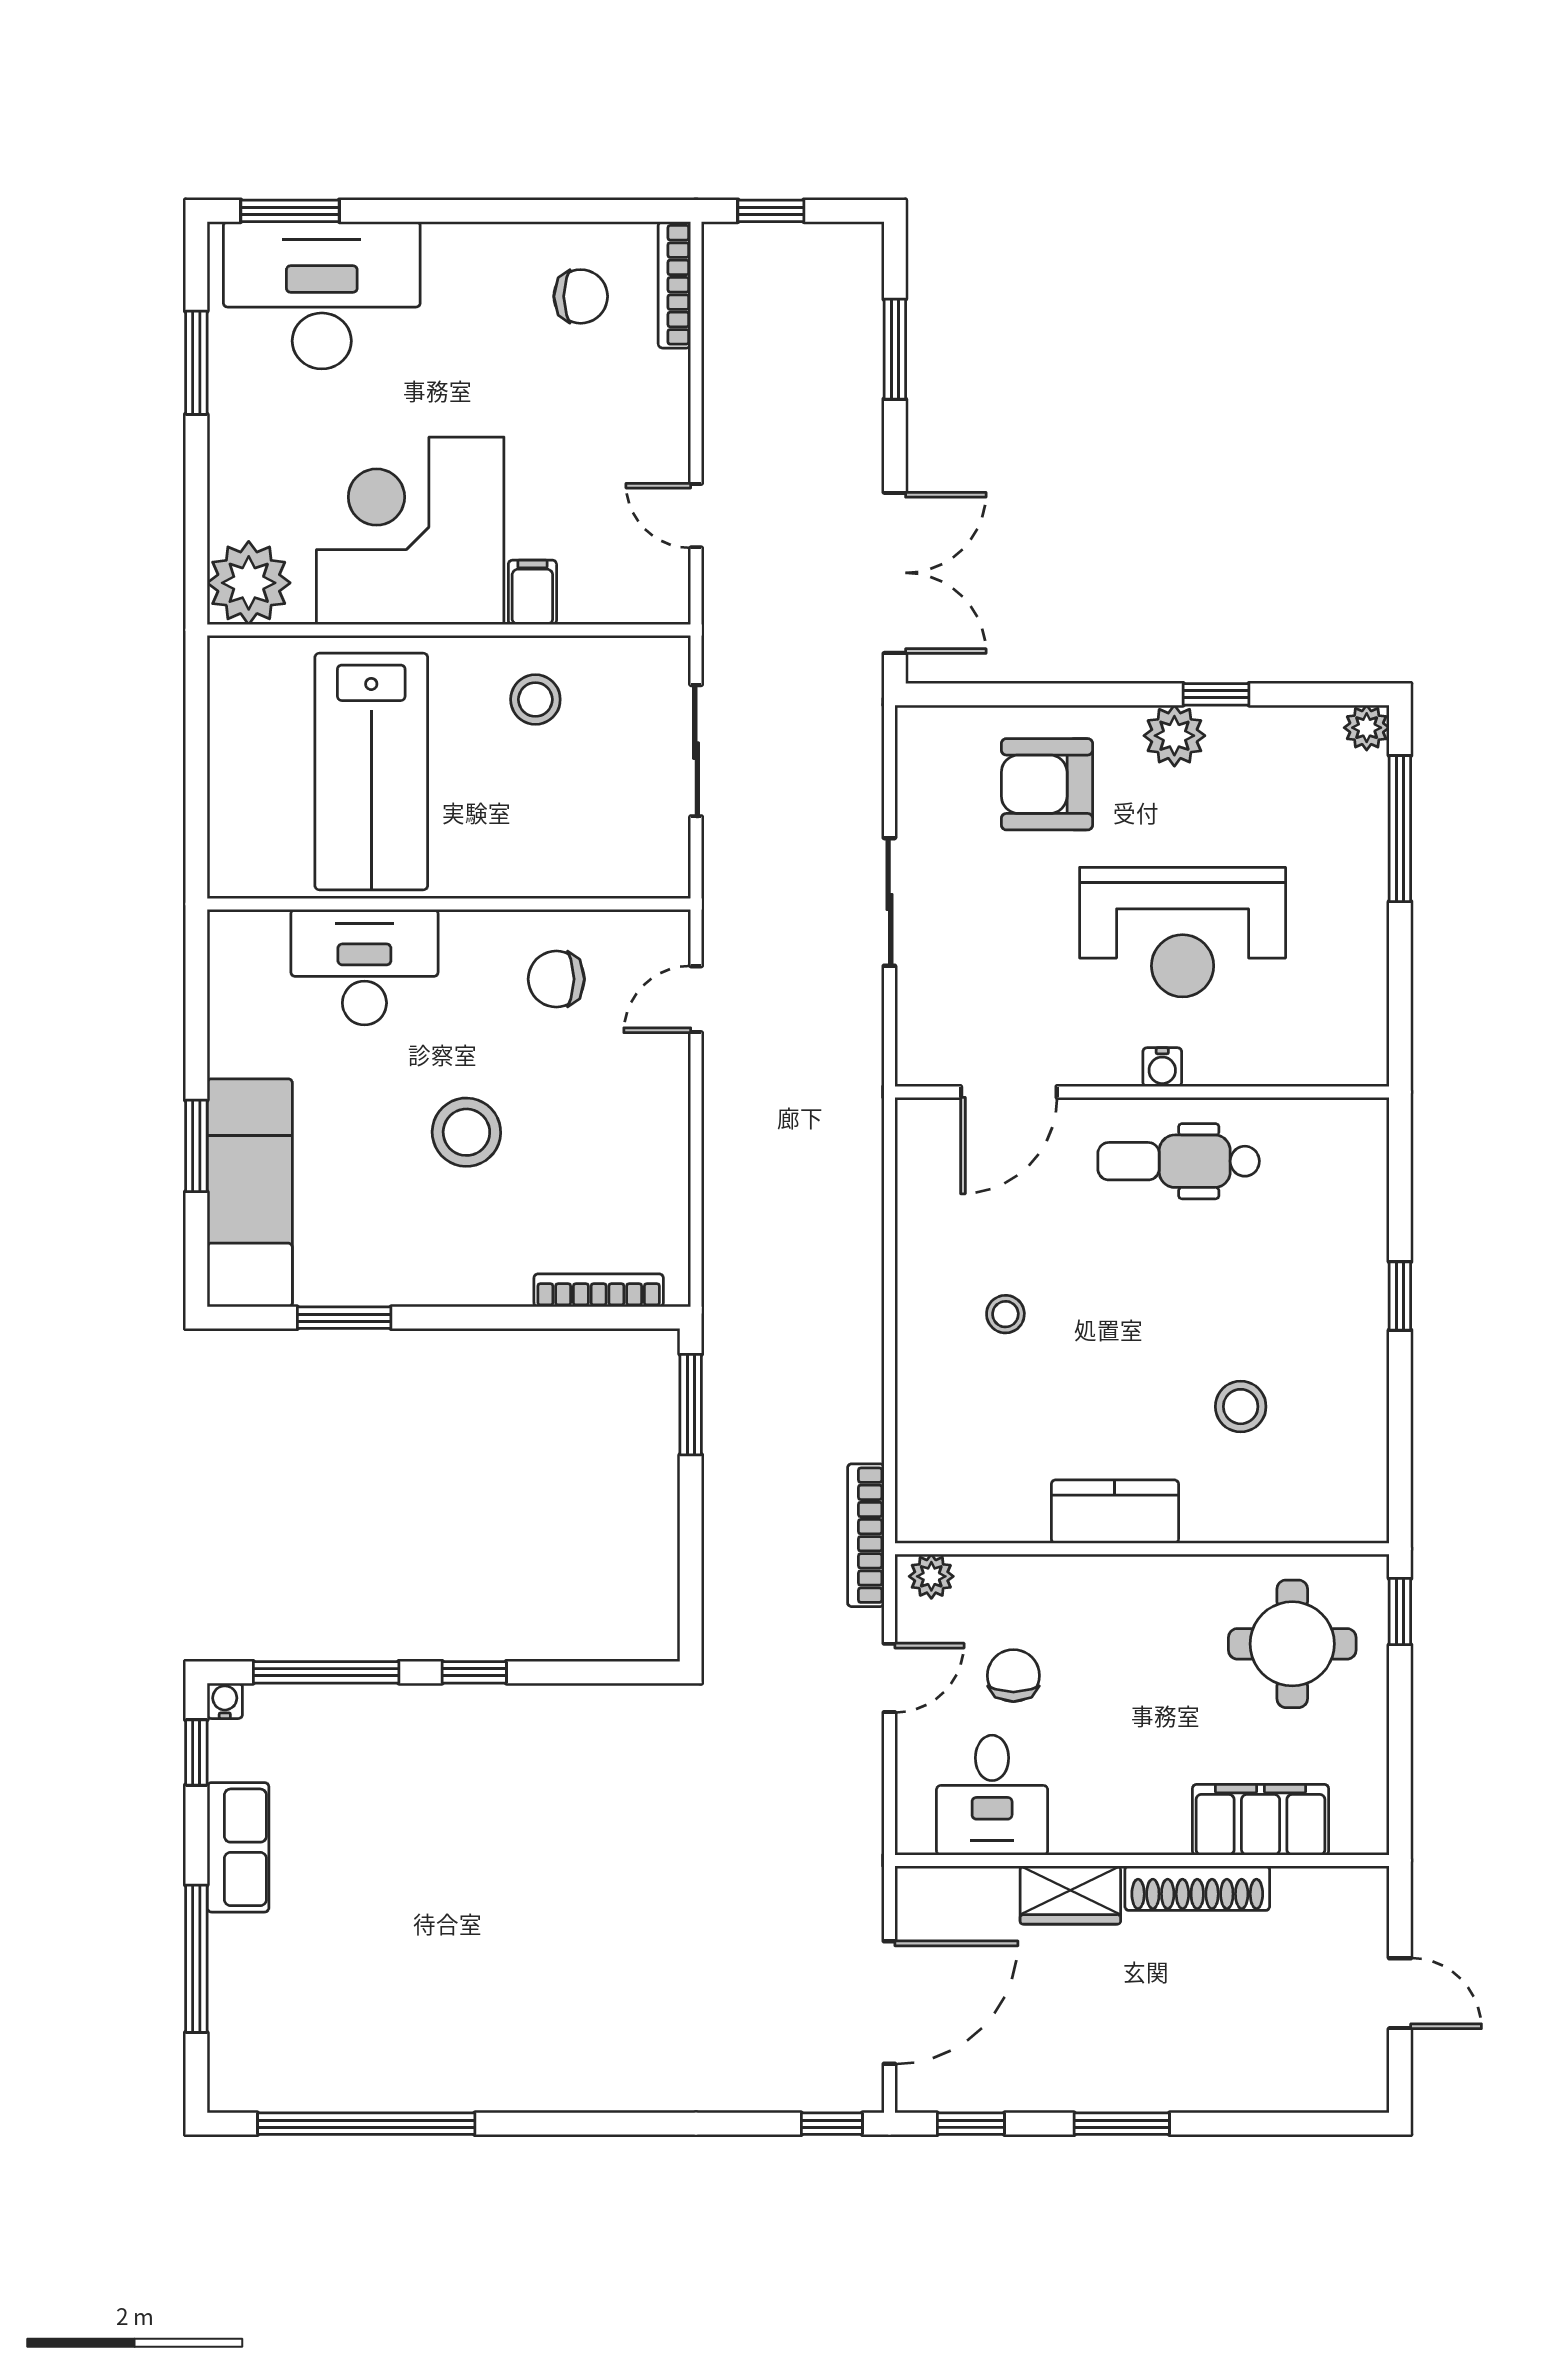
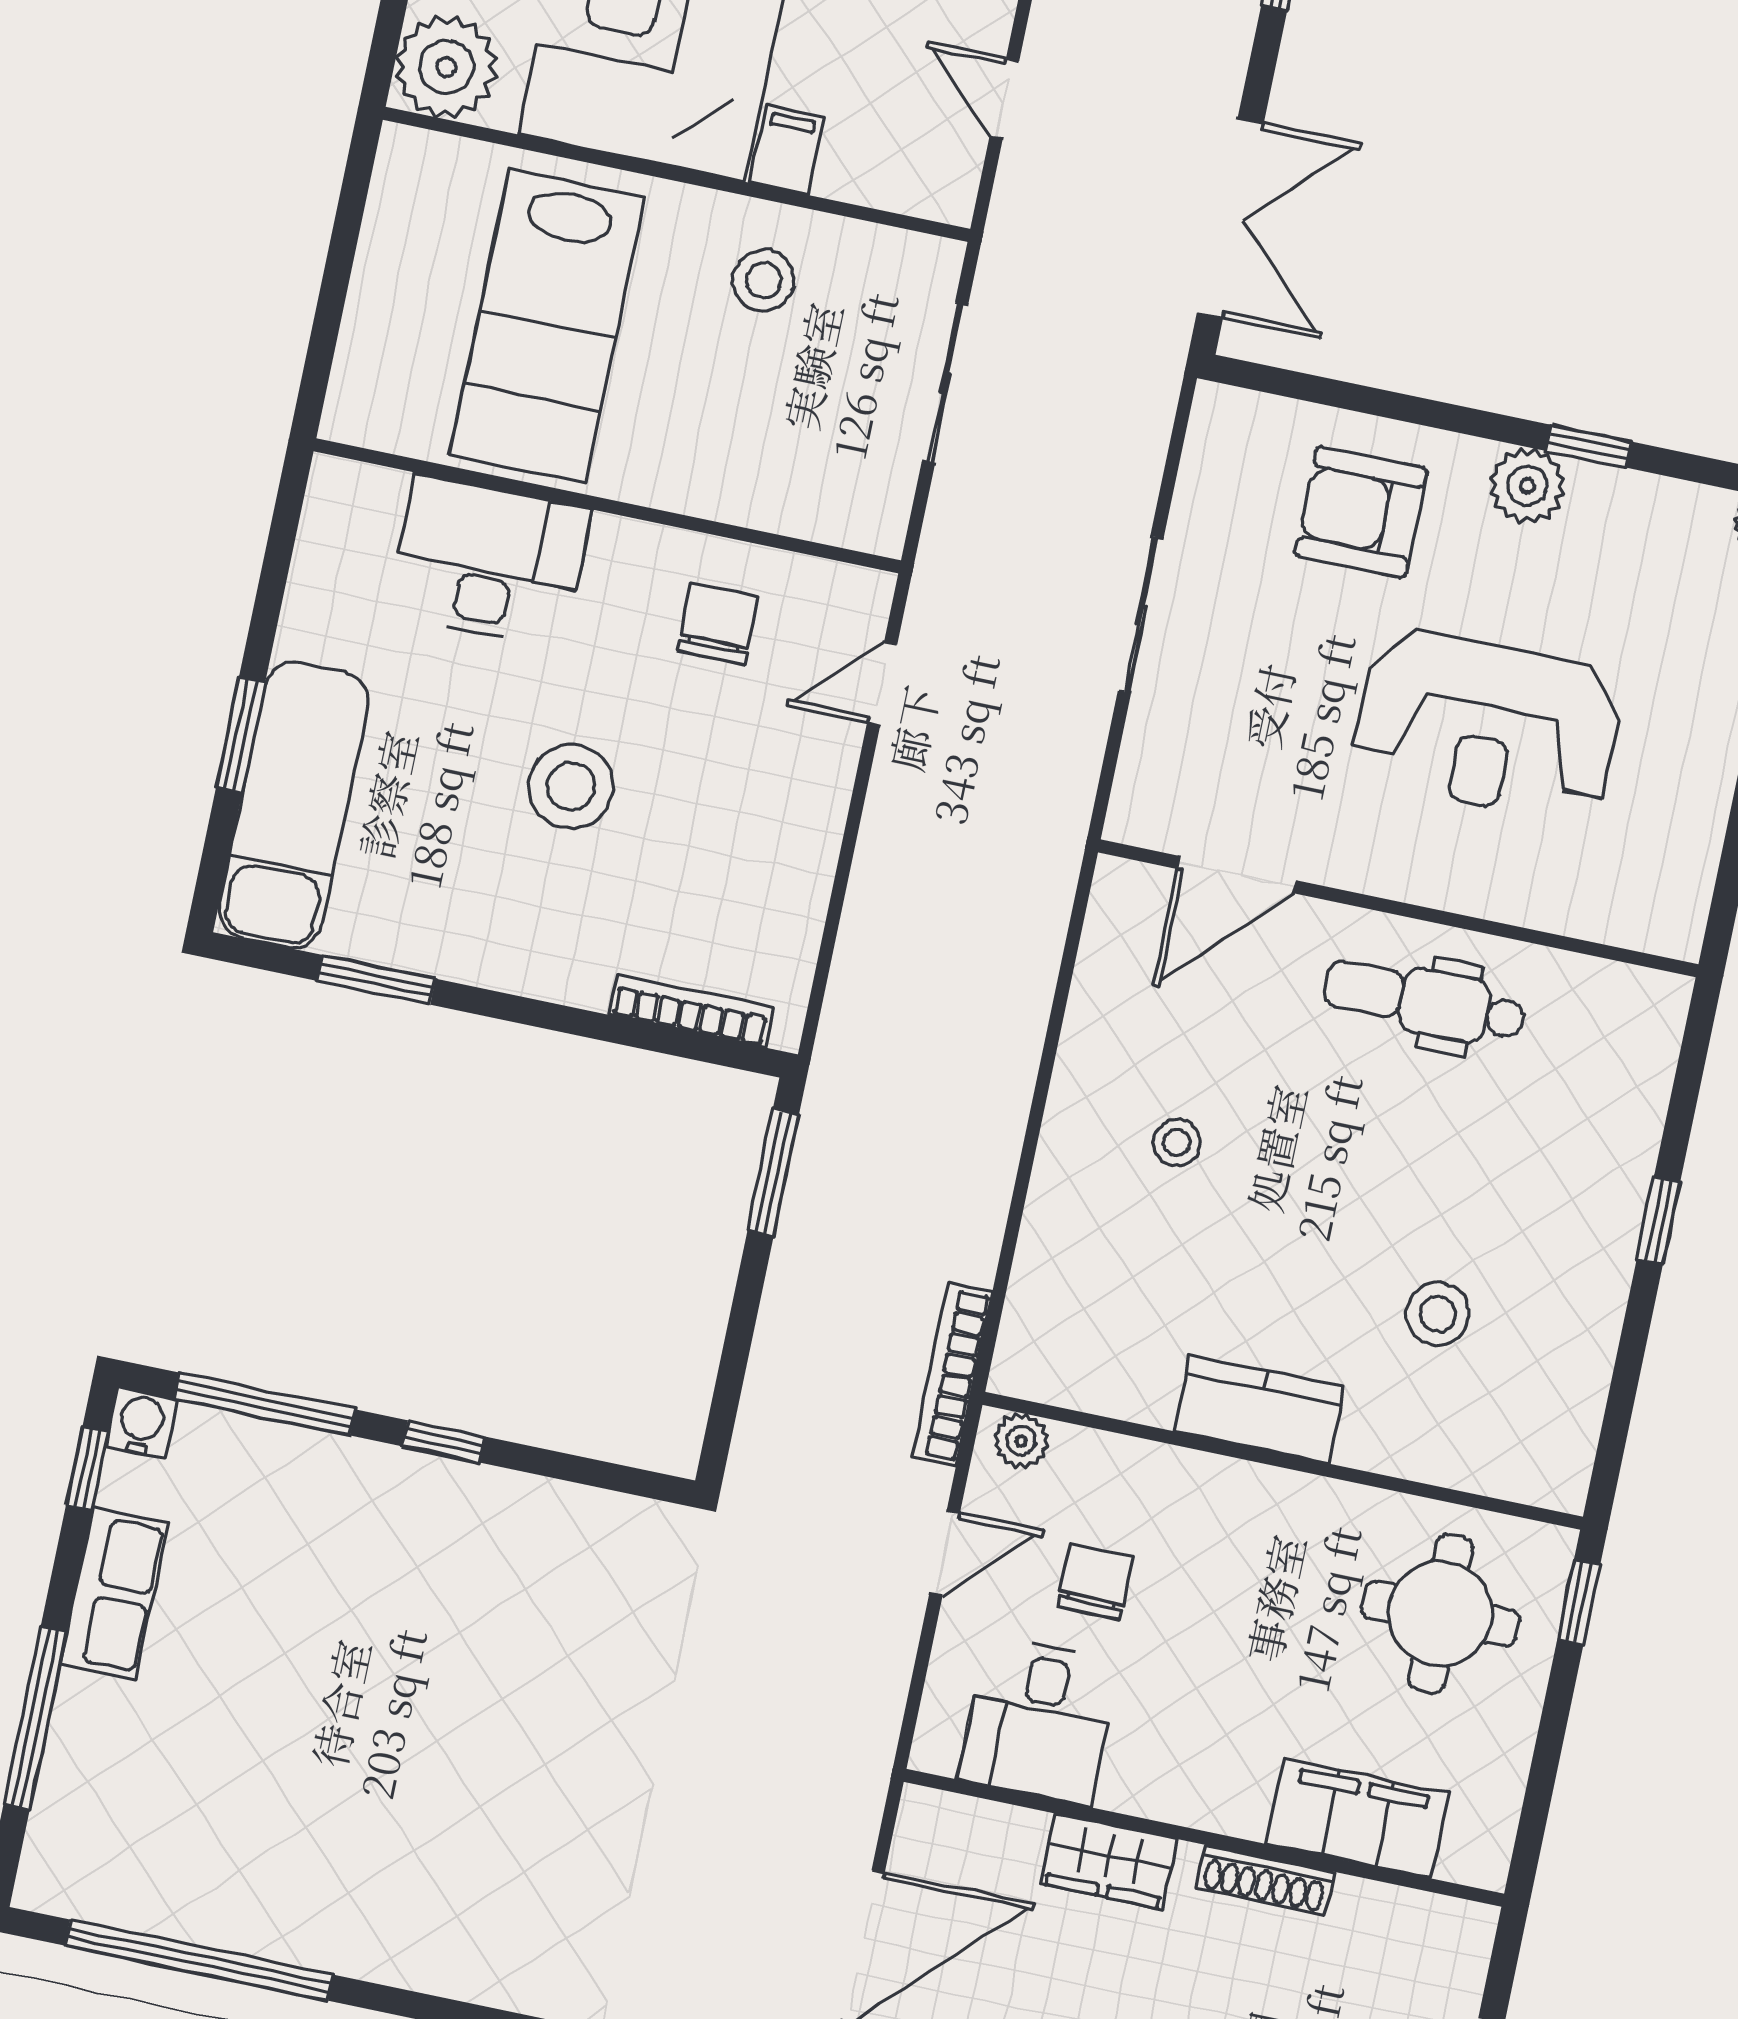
chair: (556, 979) -> (718, 624), turned 90
water cooler: (1162, 1067) -> (1429, 883), removed
water cooler: (225, 1701) -> (141, 1423), width x1.38, depth x1.38
shoe rack: (1197, 1888) -> (1265, 1880), width x0.74, depth x0.81

